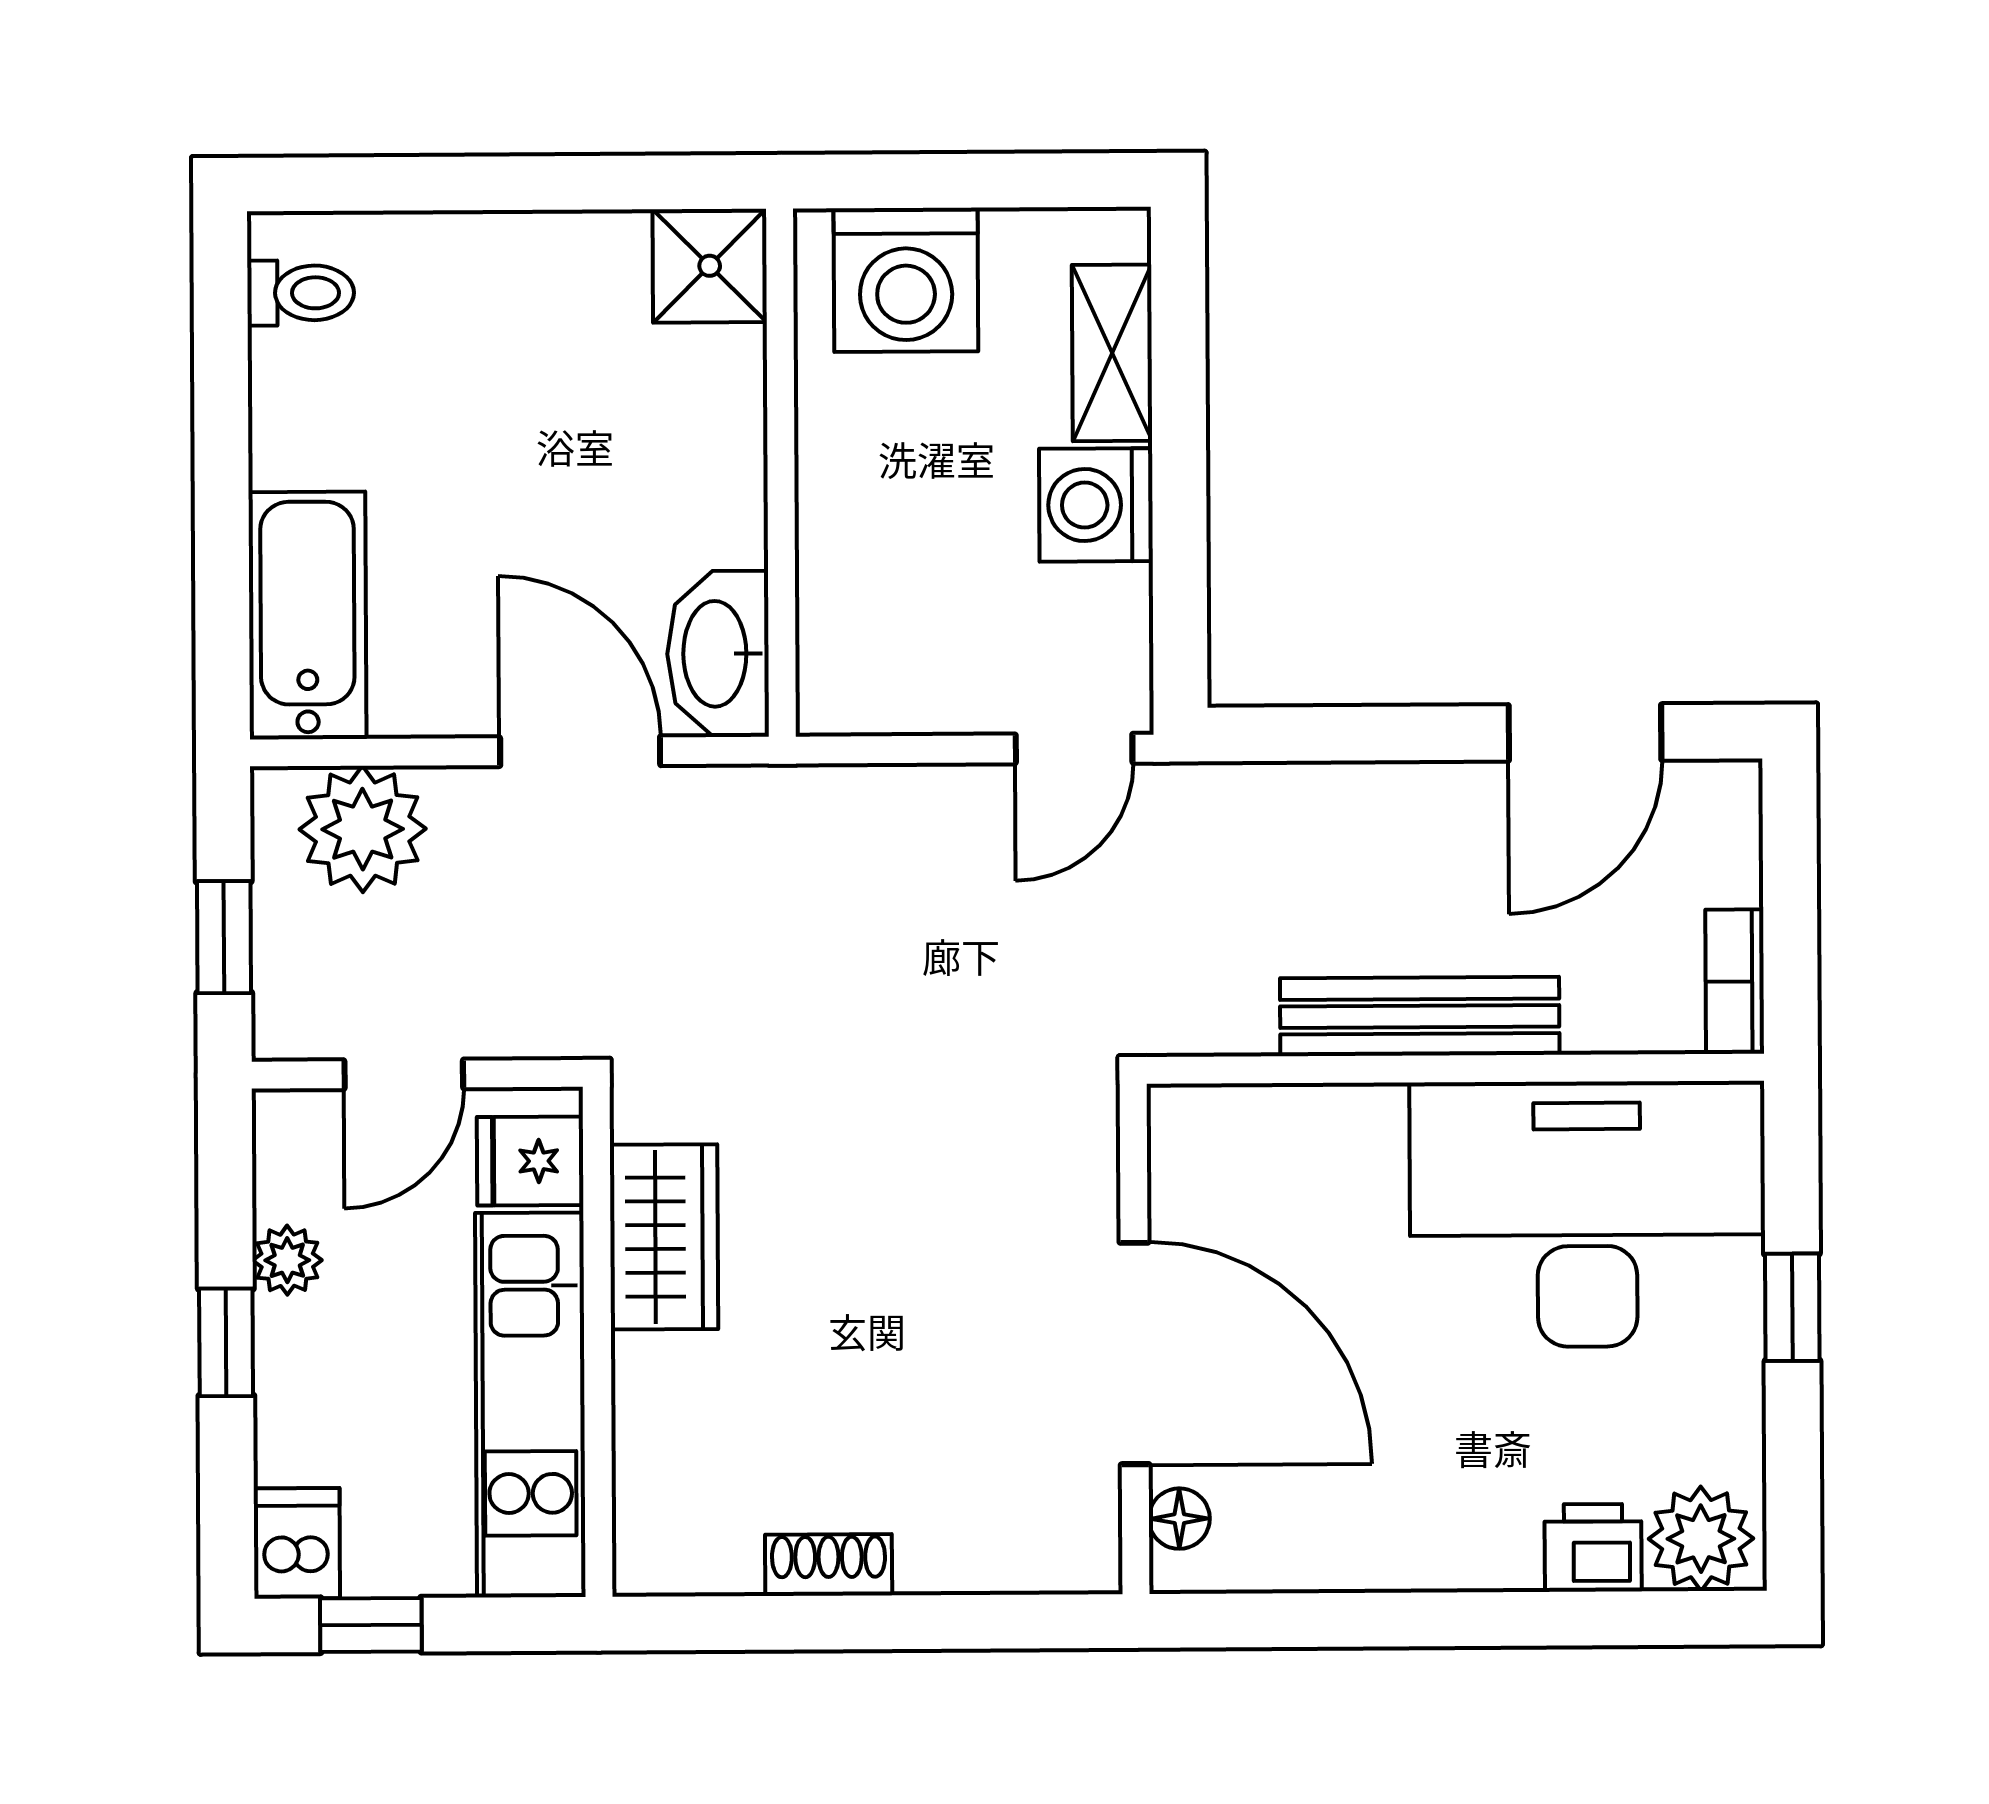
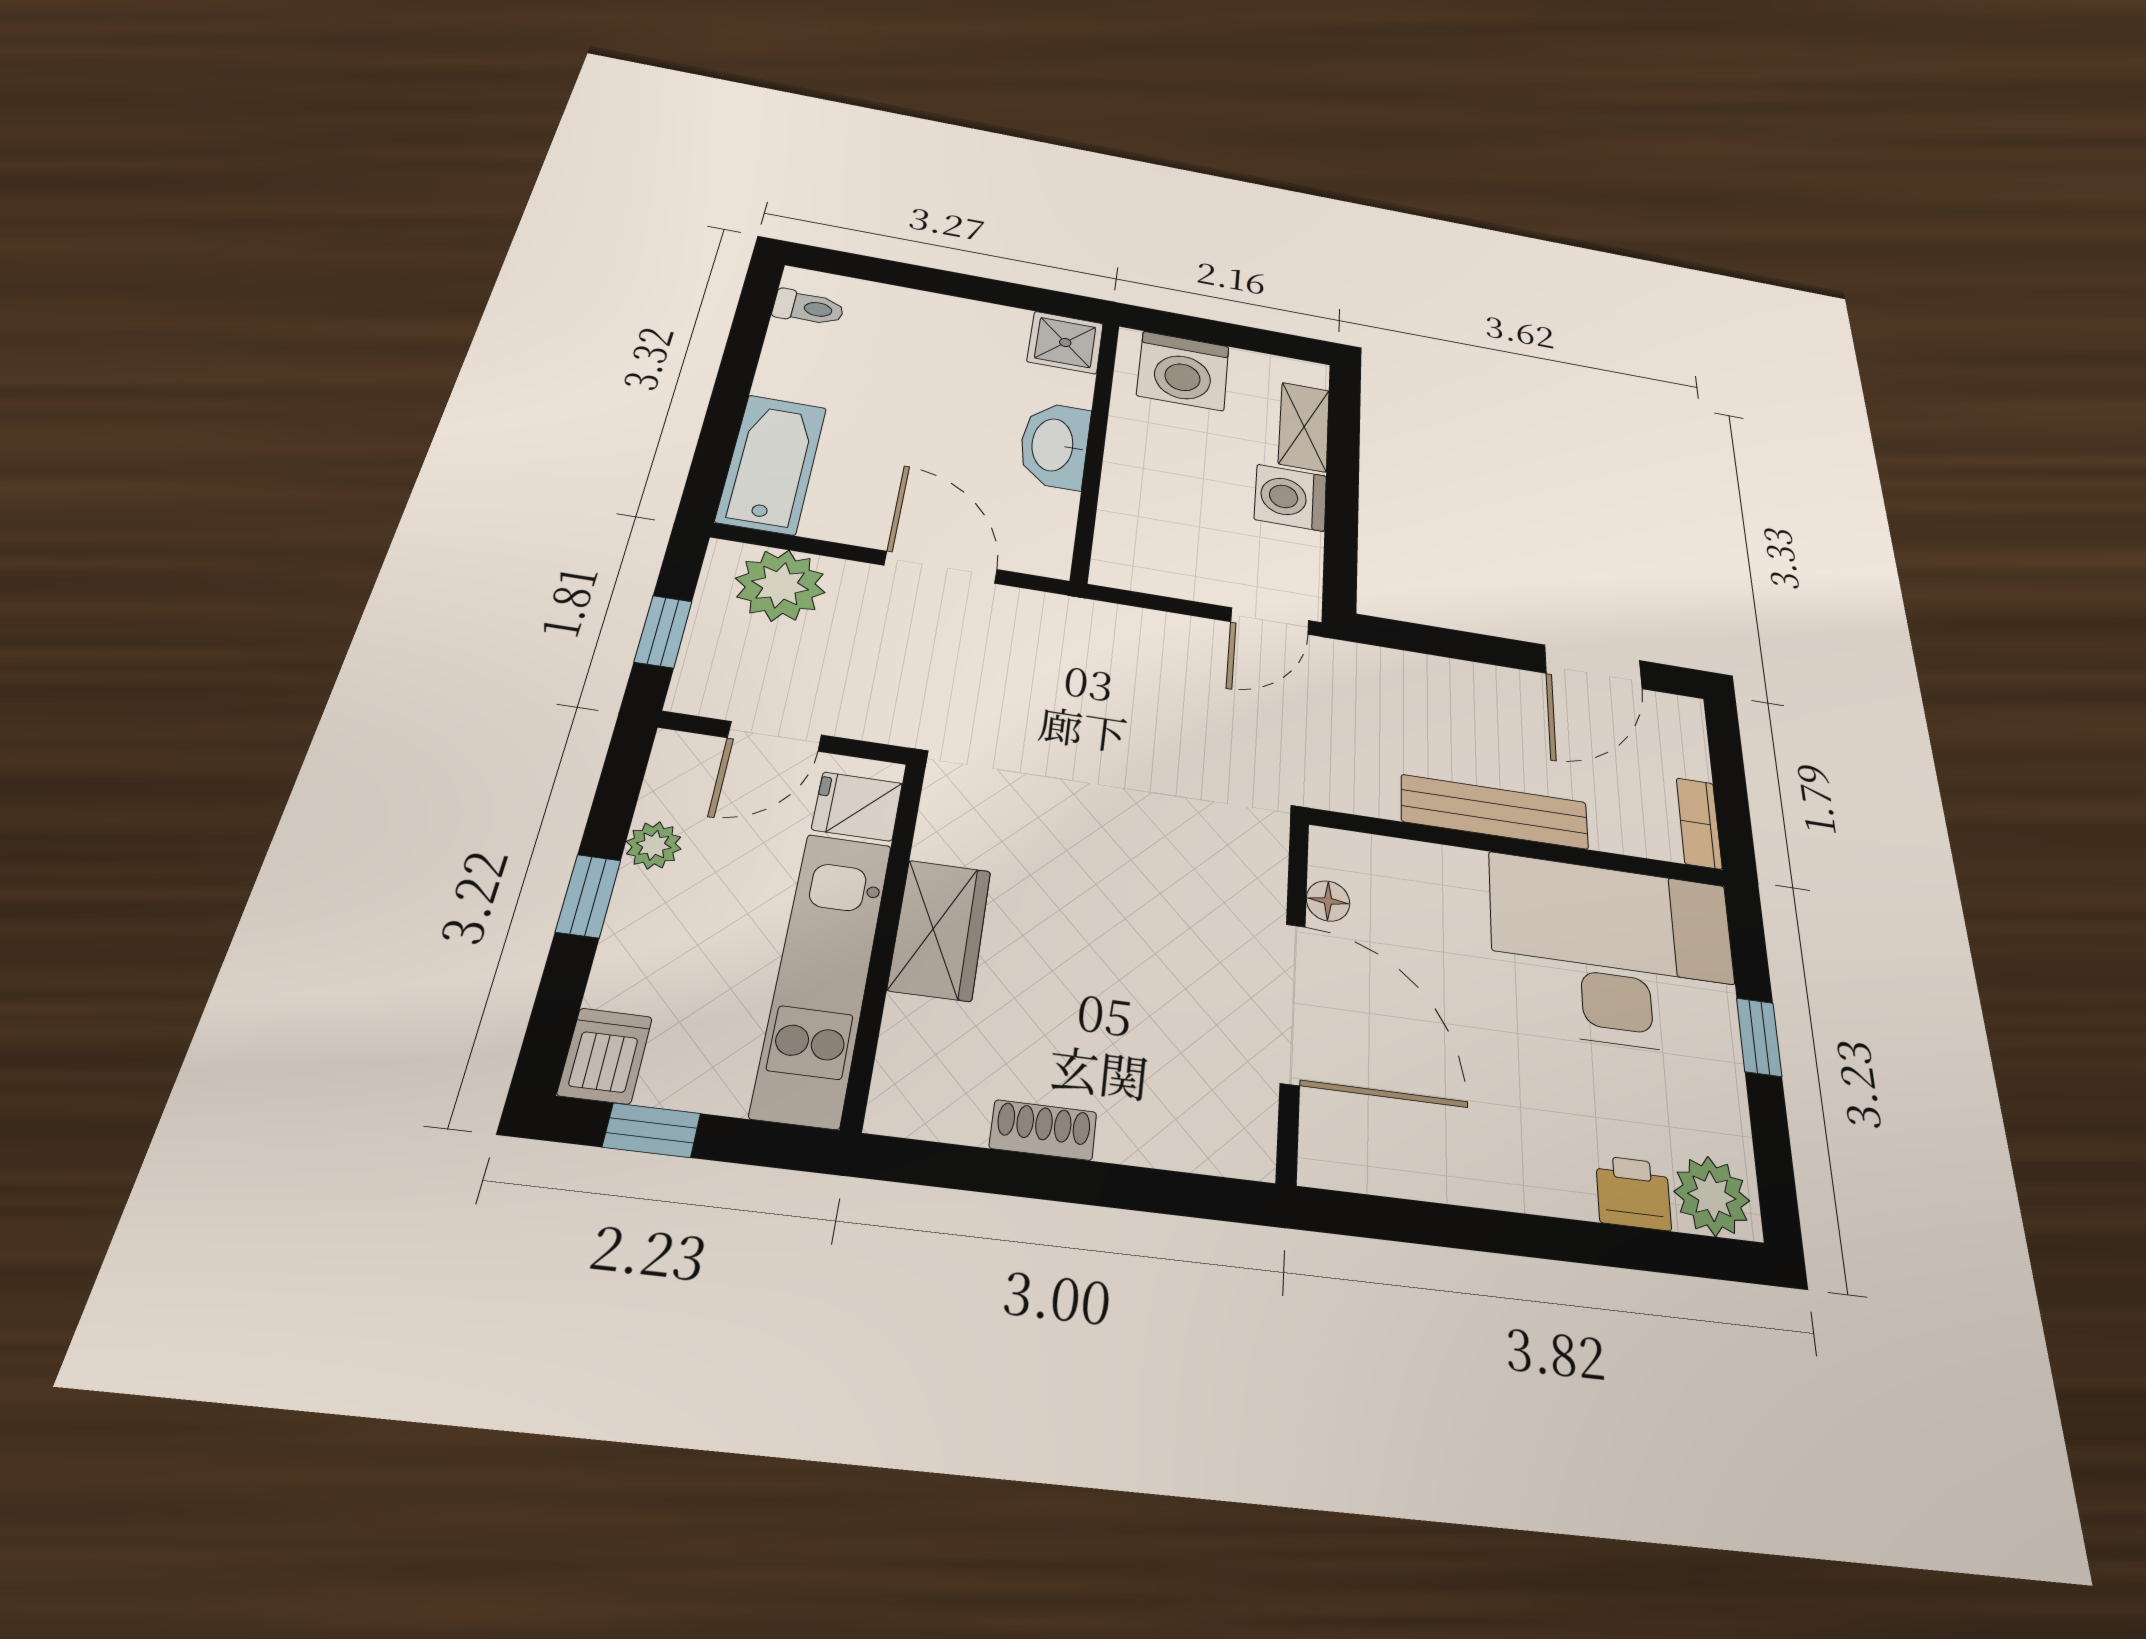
washbasin: (718, 654) -> (1054, 445), moved
wardrobe: (664, 1237) -> (940, 930), moved
floor lamp: (1179, 1519) -> (1328, 901), moved

